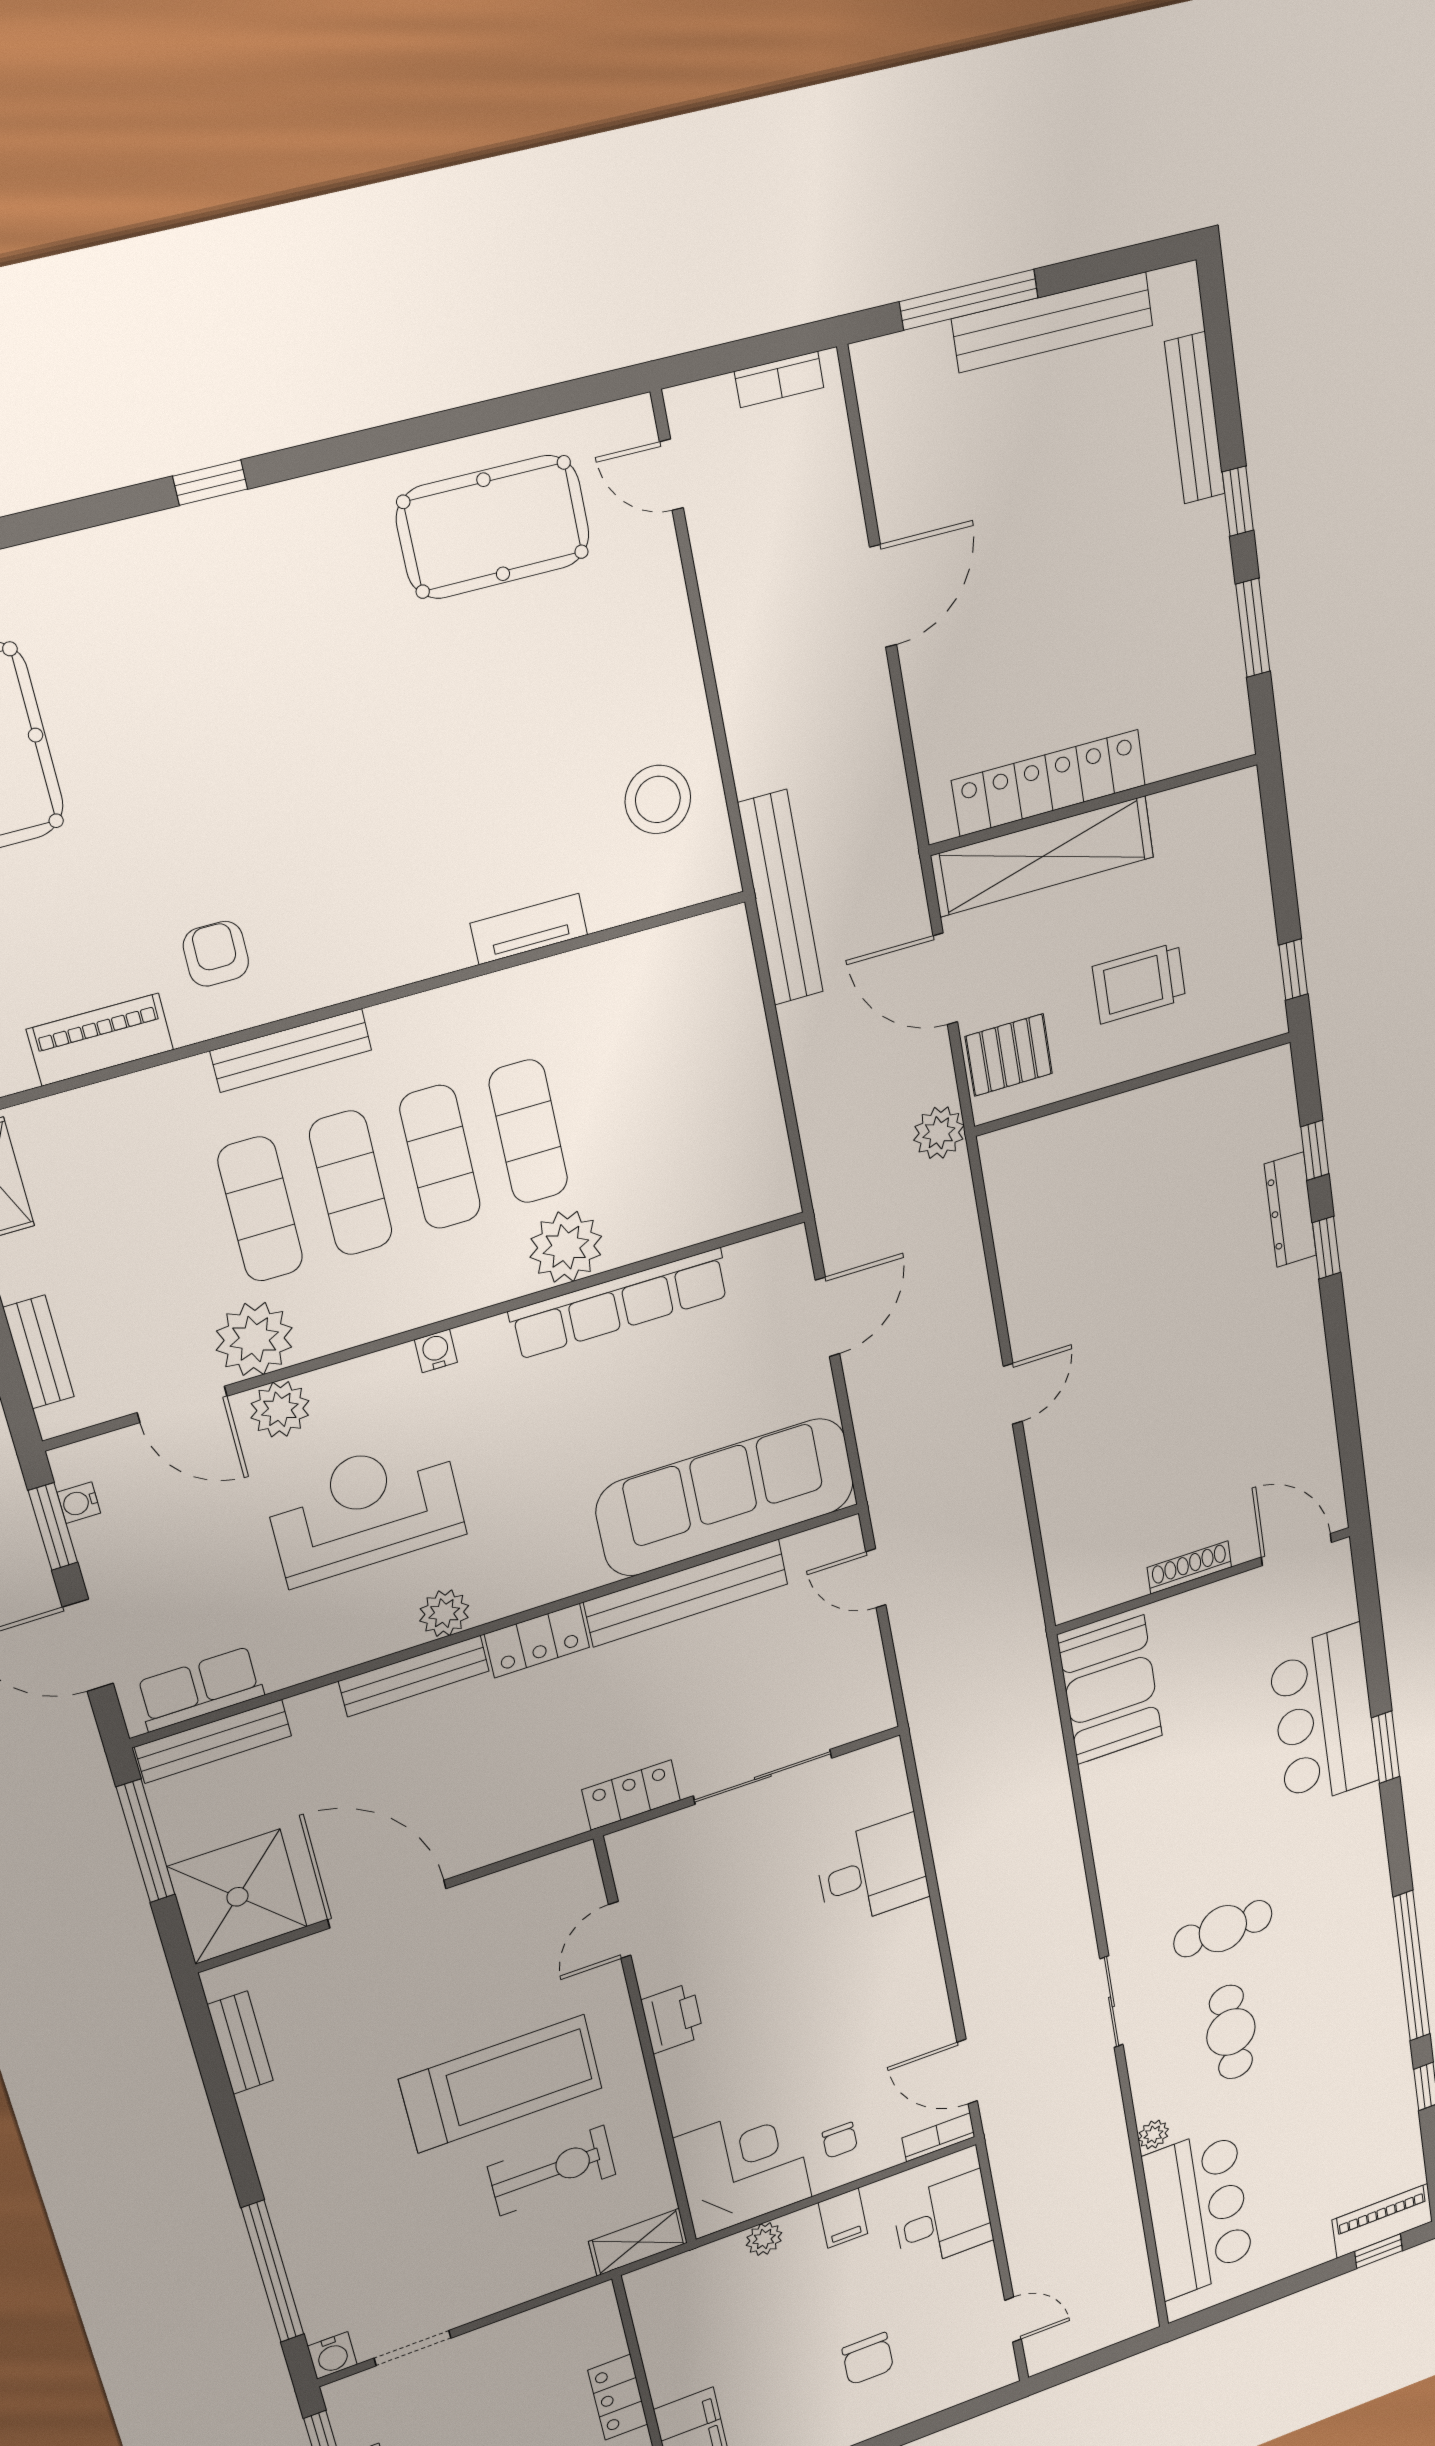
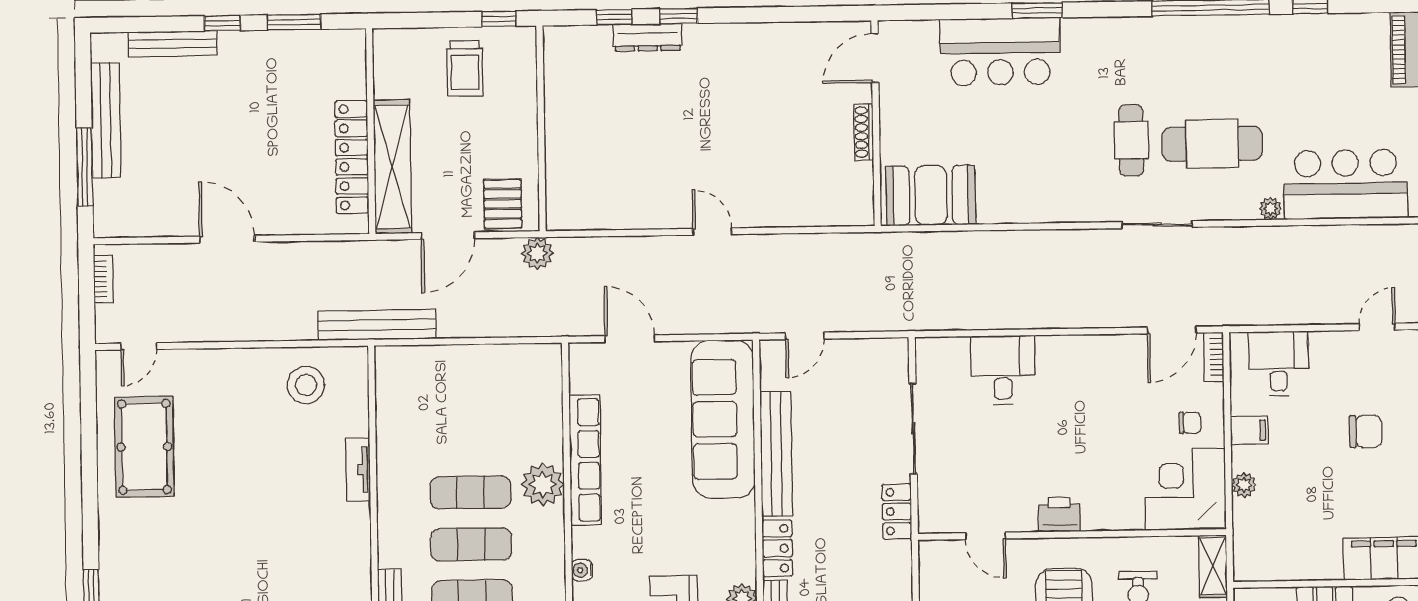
trolley: (1139, 983) -> (465, 68), moved
cafe table: (1231, 2032) -> (1212, 144), width x1.37, depth x1.35

